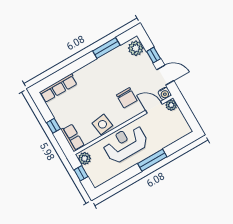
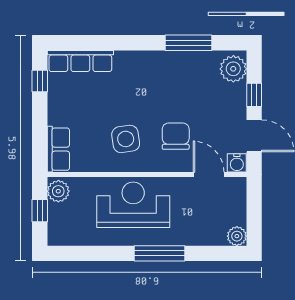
chair: (127, 98) -> (176, 136), turned 180
plant: (171, 105) -> (237, 236), moved
side table: (102, 124) -> (126, 139), moved
window: (53, 126) -> (40, 81), moved

